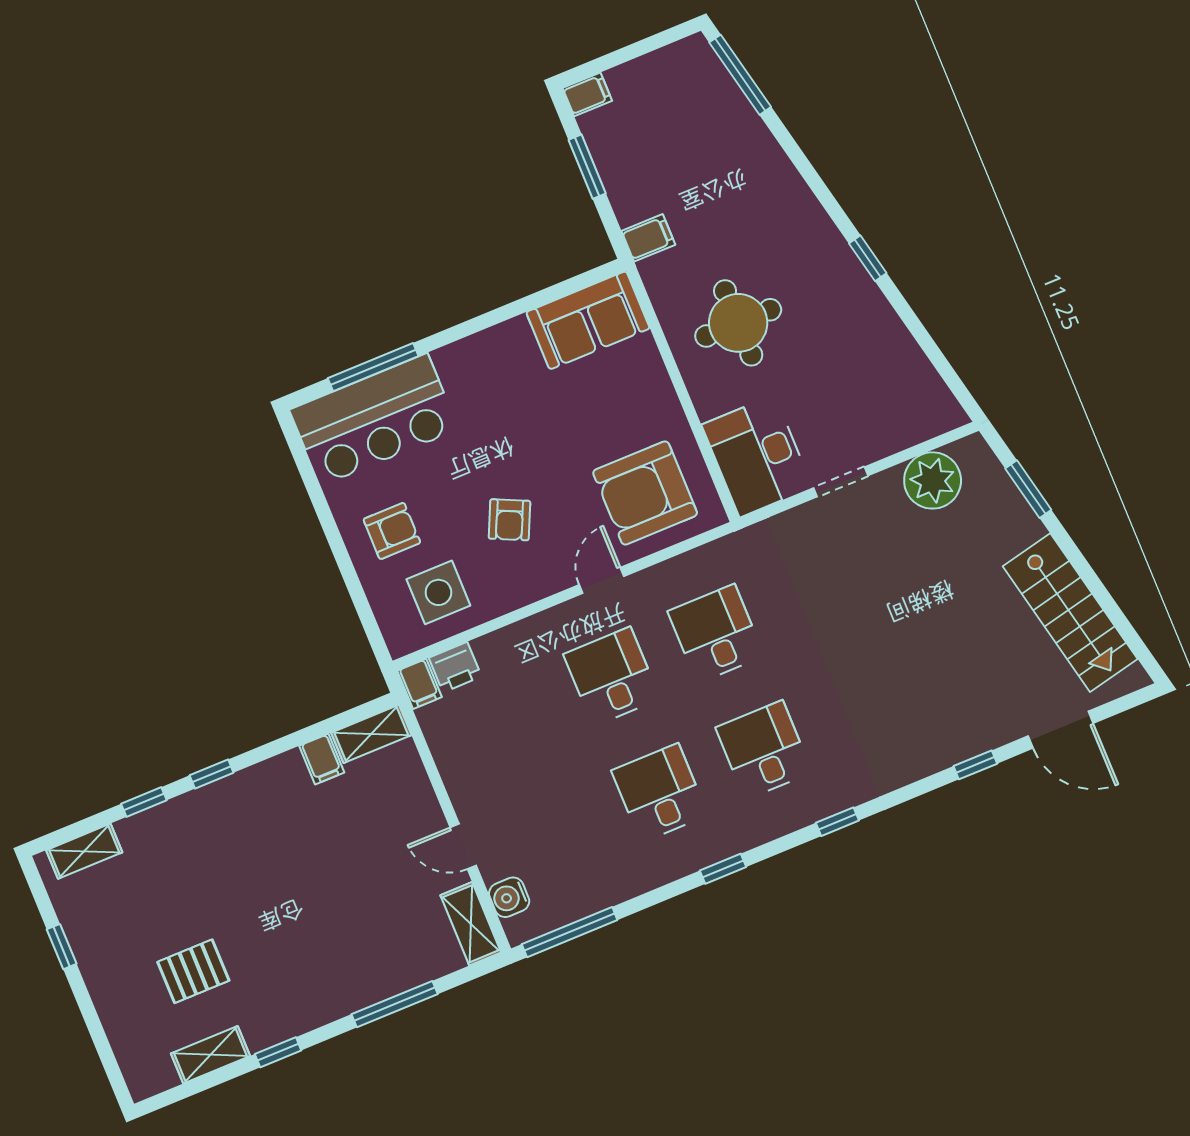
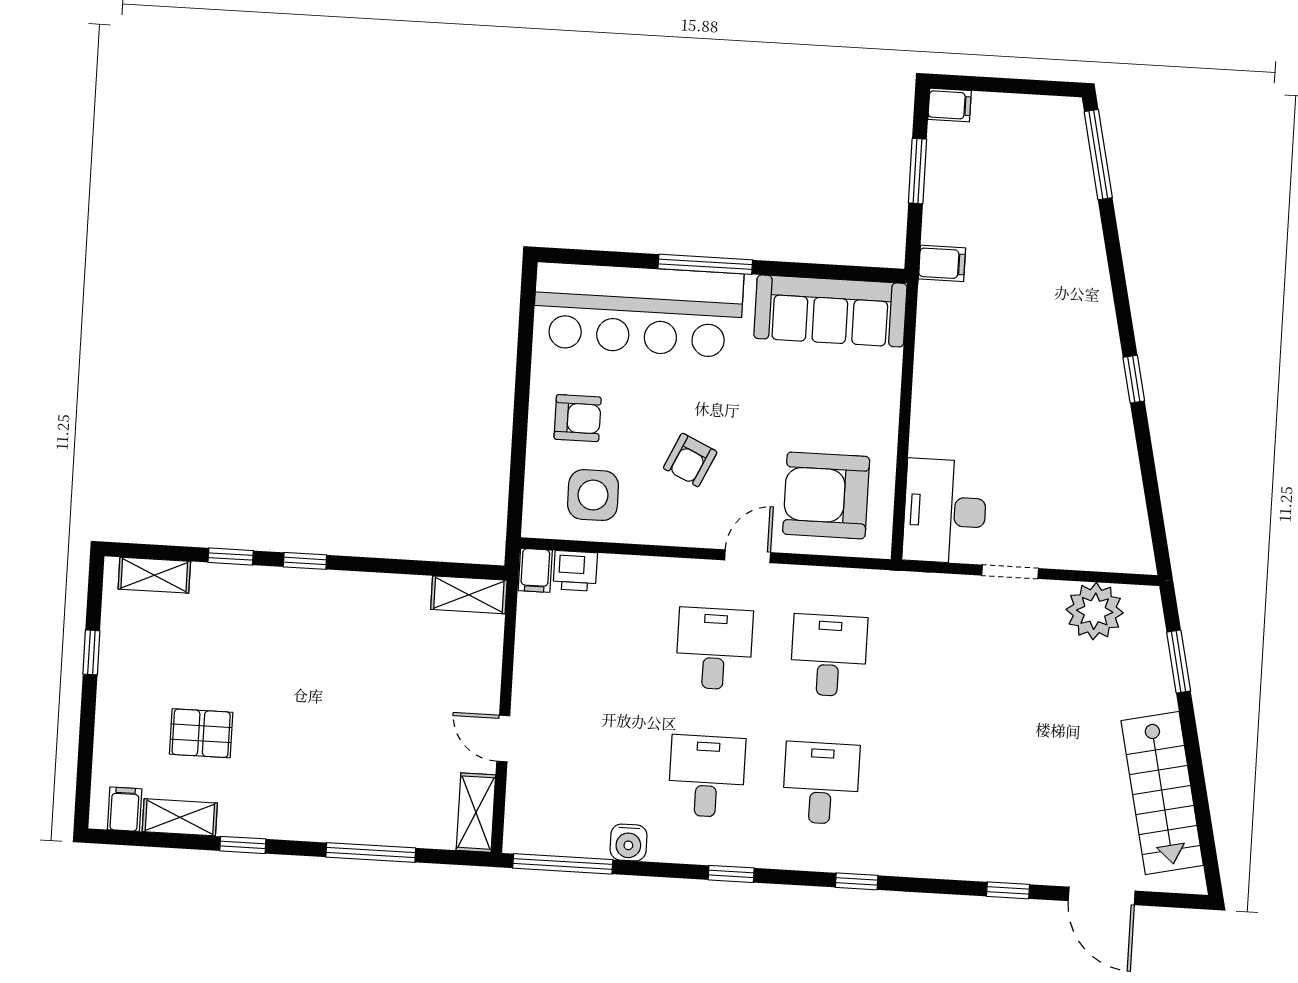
sofa: (588, 320) -> (830, 311), width x1.36
round table: (738, 323) -> (987, 381), removed
window: (373, 367) -> (705, 264), moved
bar counter: (374, 420) -> (638, 310), width x1.36
filing cabinet: (322, 759) -> (125, 809), moved, turned 180
water cooler: (509, 897) -> (629, 842), moved, turned -90

